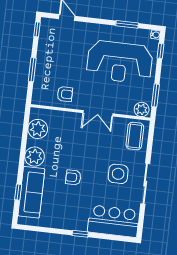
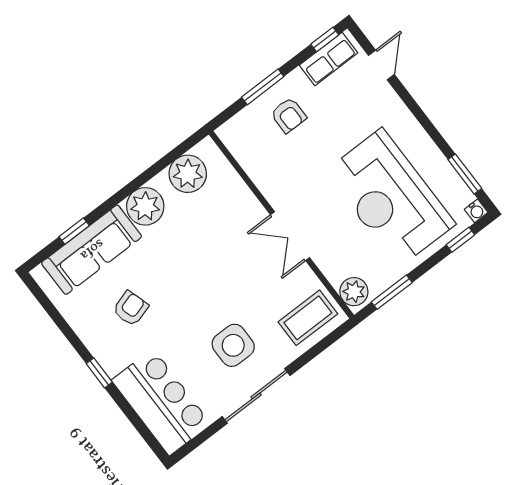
window: (127, 24) -> (465, 174), moved
row of seats: (46, 35) -> (329, 59), added
armchair: (65, 94) -> (288, 115), moved
armchair: (73, 177) -> (131, 308), moved, turned 73

